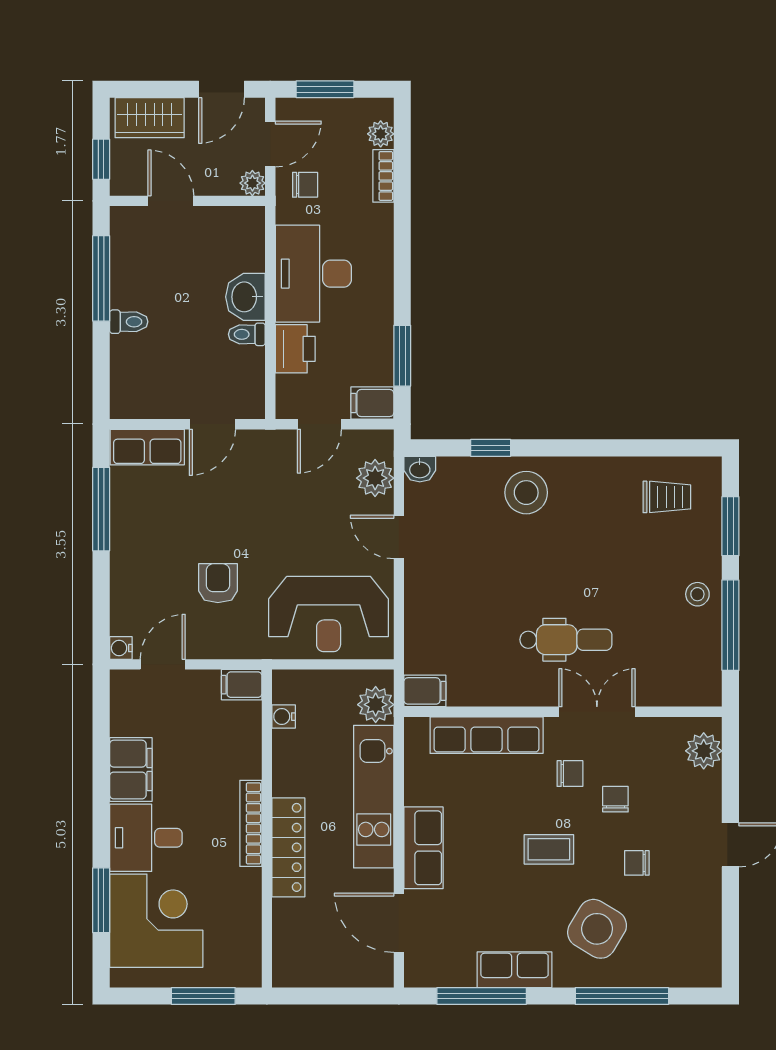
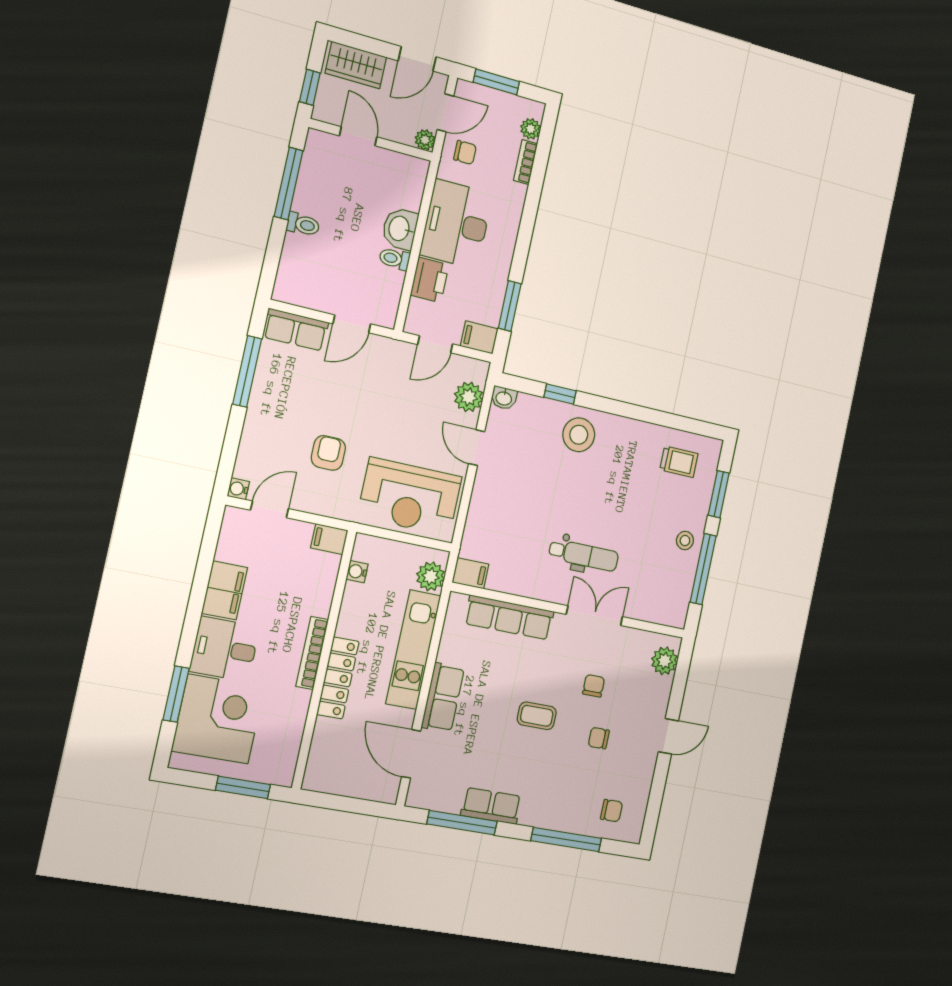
chair: (570, 774) -> (612, 811), moved
side table: (597, 929) -> (559, 784), removed

